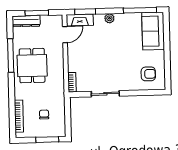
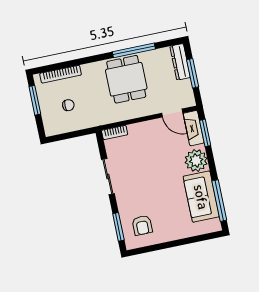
plant: (109, 18) -> (196, 161), width x1.88, depth x1.88
sofa: (153, 31) -> (201, 197), moved, turned -90
dining table: (32, 66) -> (126, 79), turned 90
window: (146, 93) -> (118, 227), added
window: (47, 140) -> (35, 100), moved

